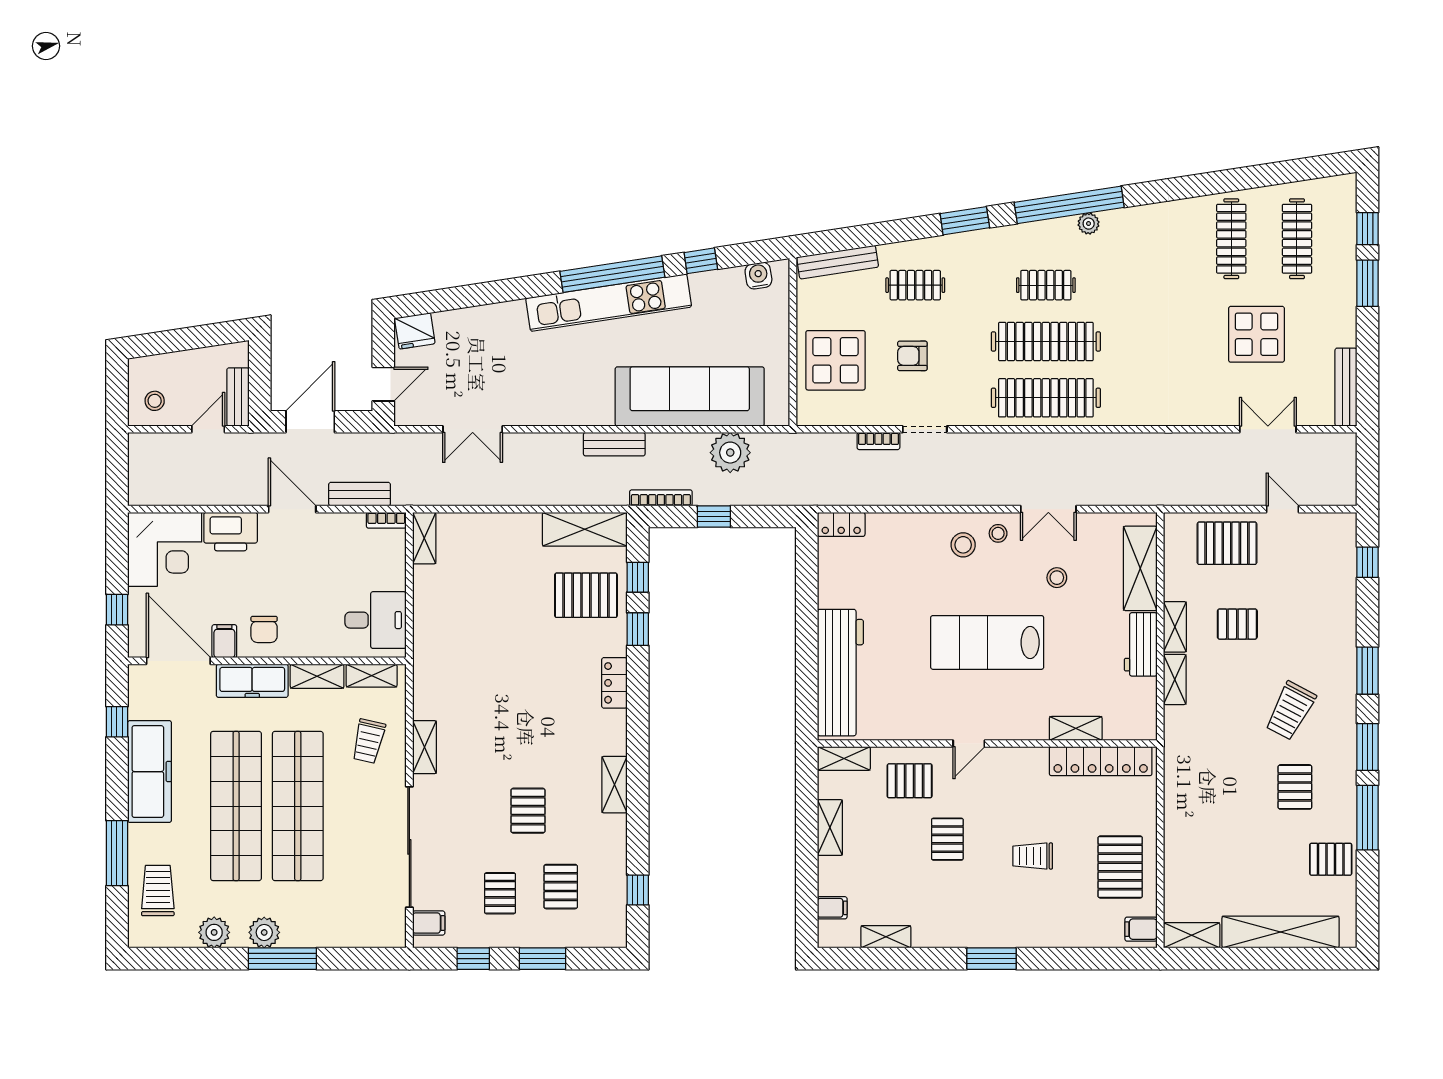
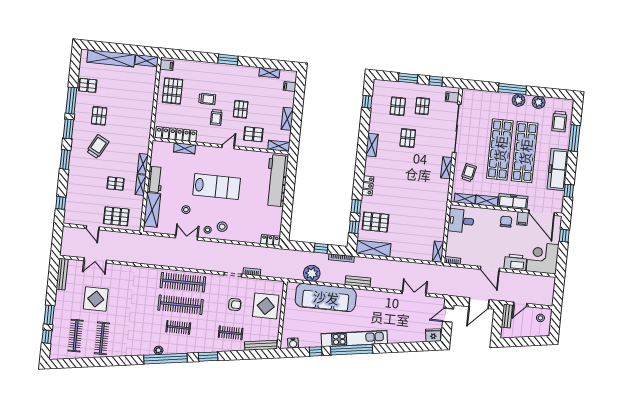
bench: (360, 494) -> (462, 272), removed
trolley: (1006, 813) -> (216, 117), added

